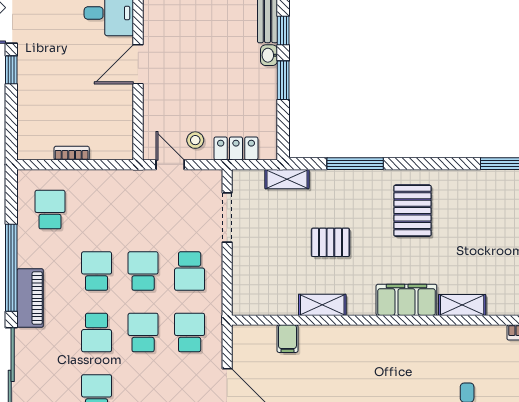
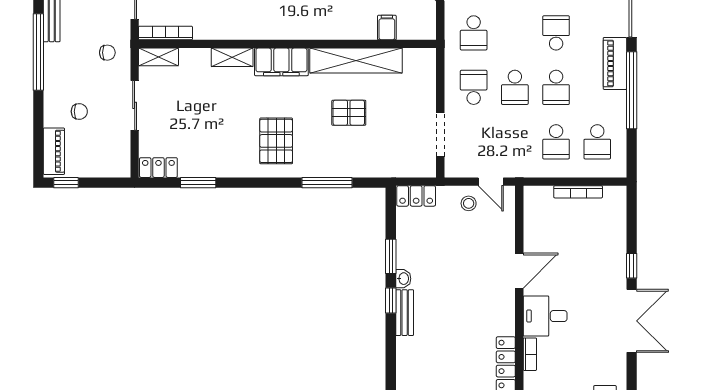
locker: (236, 148) -> (416, 196), moved
bookcase: (72, 153) -> (578, 192), width x1.56
shelving: (287, 179) -> (387, 169), removed
shelving: (322, 305) -> (356, 61), width x2.20, depth x1.33
school desk: (143, 333) -> (556, 142), moved

